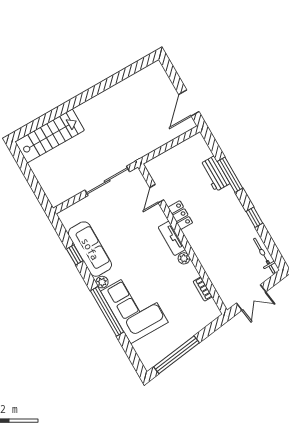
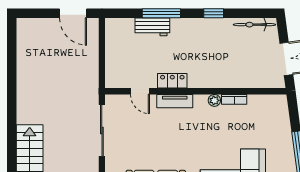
tv unit: (172, 238) -> (175, 101), moved
bookcase: (203, 289) -> (234, 99), moved

